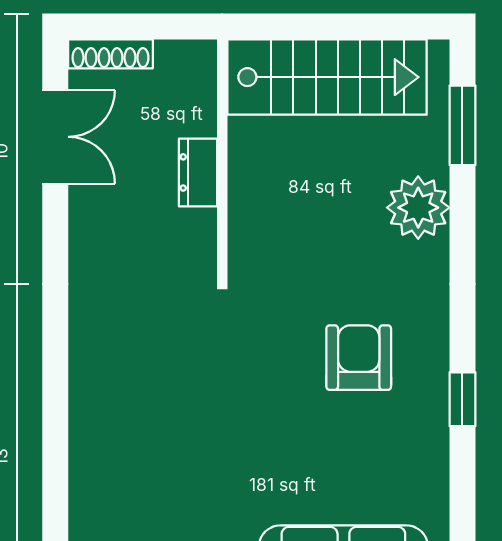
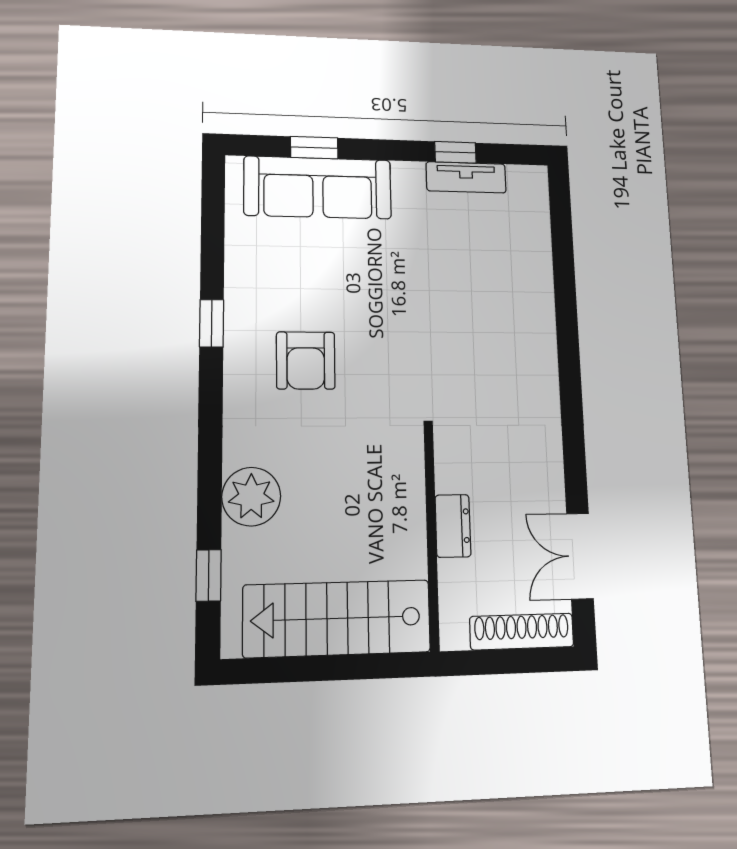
shoe rack: (110, 54) -> (522, 632), width x1.36, depth x1.24
window: (462, 125) -> (209, 575), width x0.67

